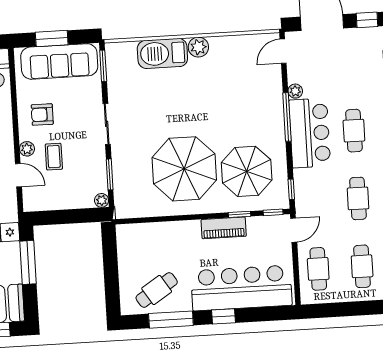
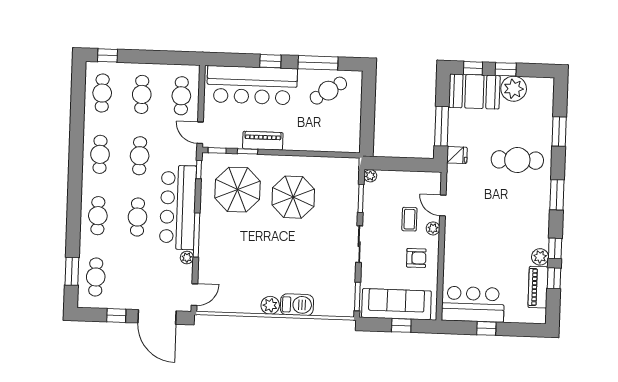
window: (52, 39) -> (401, 325), width x0.67
barbecue: (162, 53) -> (297, 305), width x0.73, depth x0.83
bar counter: (310, 133) -> (178, 207), width x1.36
parasol: (184, 169) -> (293, 197), width x0.73, depth x0.73
door: (294, 230) -> (200, 133), hinge flipped

